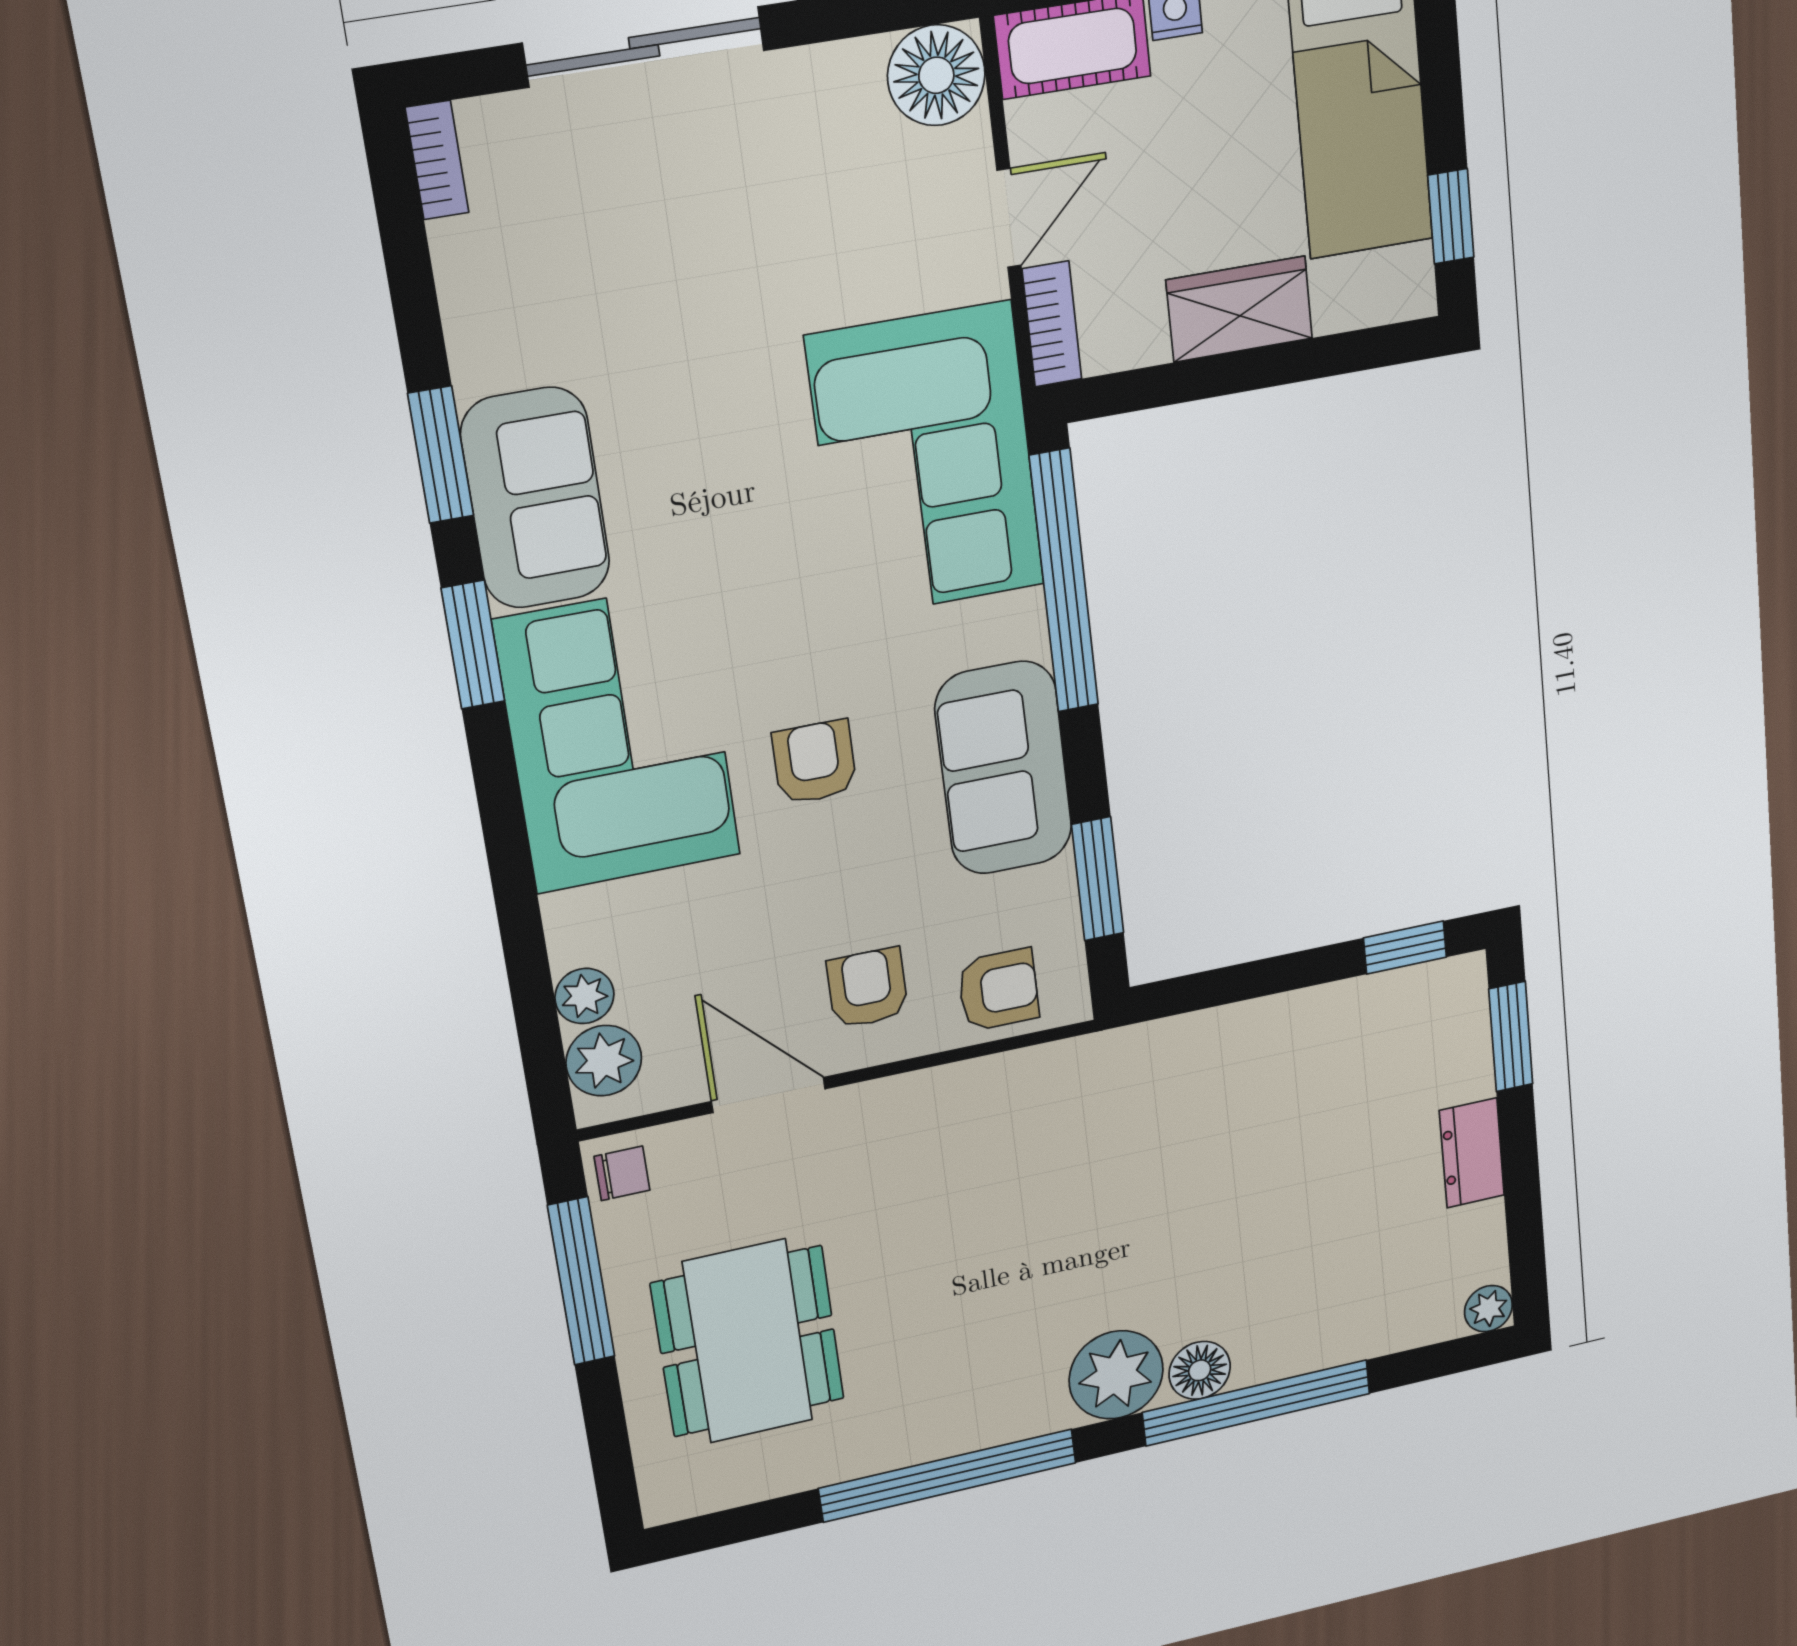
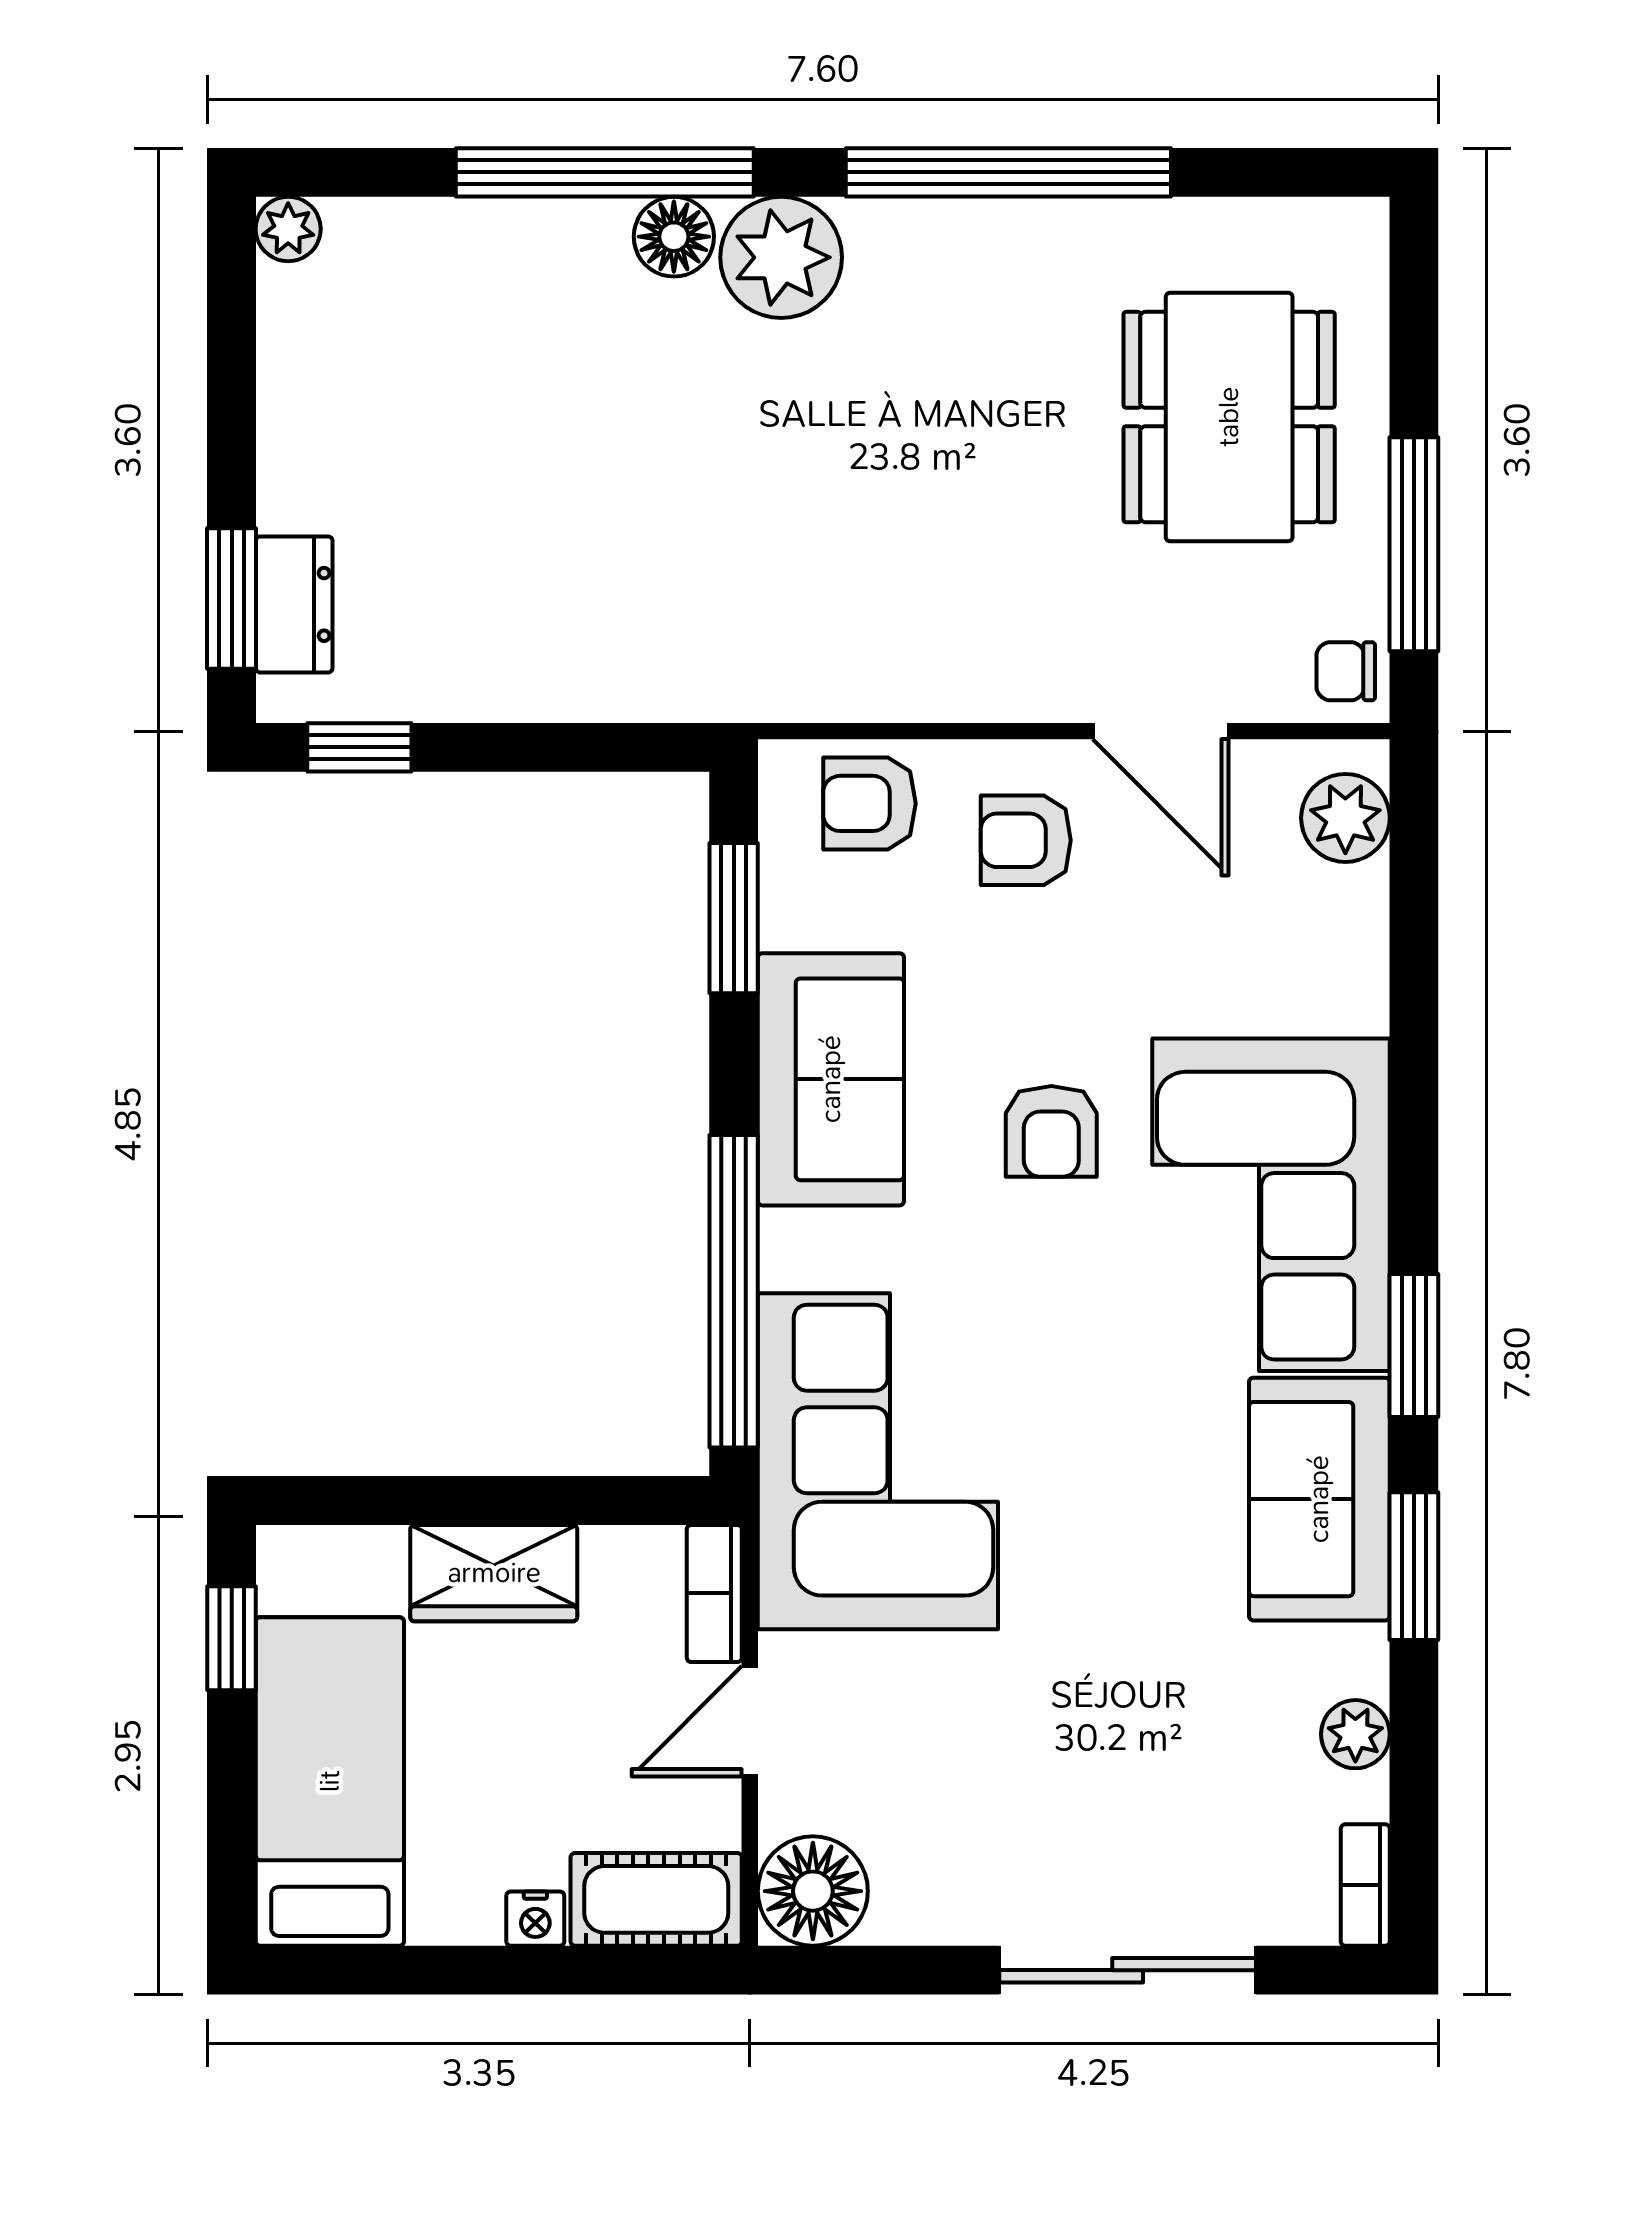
armchair: (867, 988) -> (1026, 840), turned 90
plant: (584, 996) -> (1355, 1734), moved
dresser: (1472, 1153) -> (294, 604), moved

